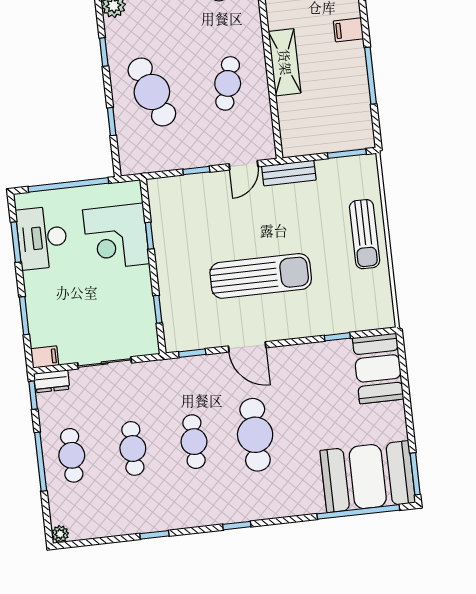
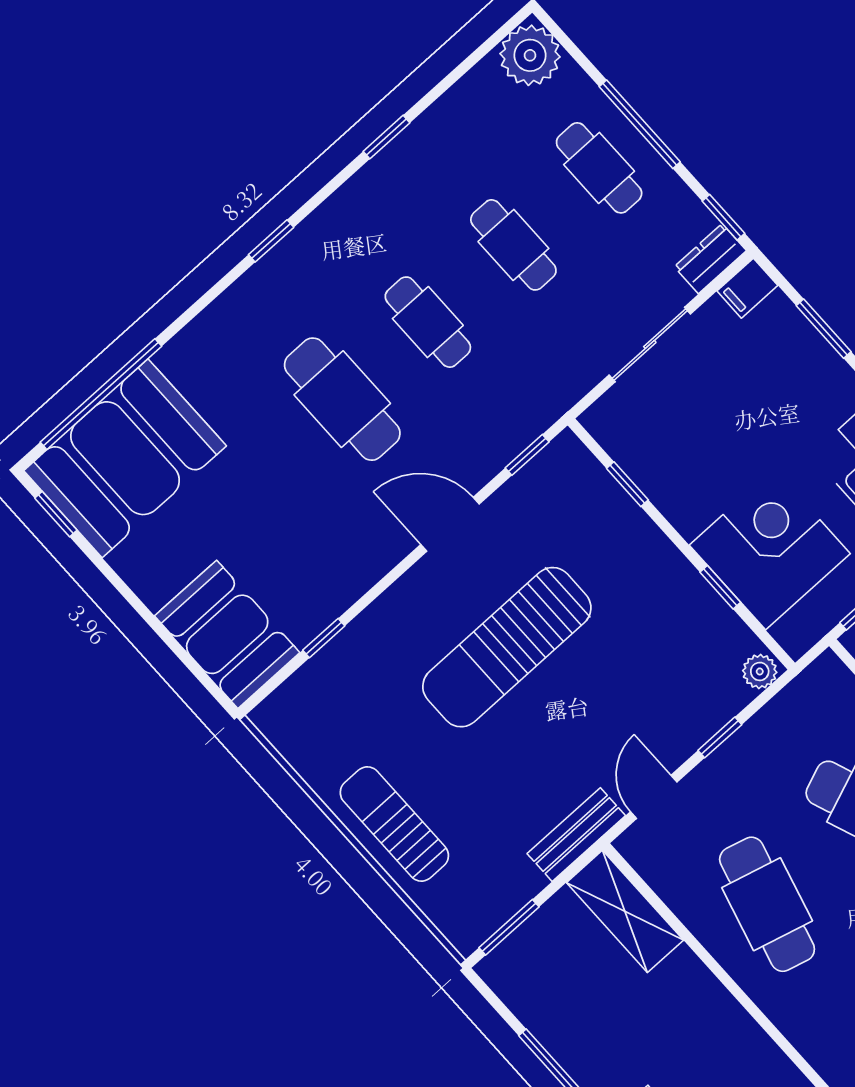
shelving: (285, 62) -> (625, 911), moved
cafe table: (228, 83) -> (767, 904), width x1.37, depth x1.35
plant: (159, 187) -> (760, 671), added
window: (415, 474) -> (56, 514), width x0.67
plant: (60, 534) -> (530, 55), width x1.88, depth x1.88

